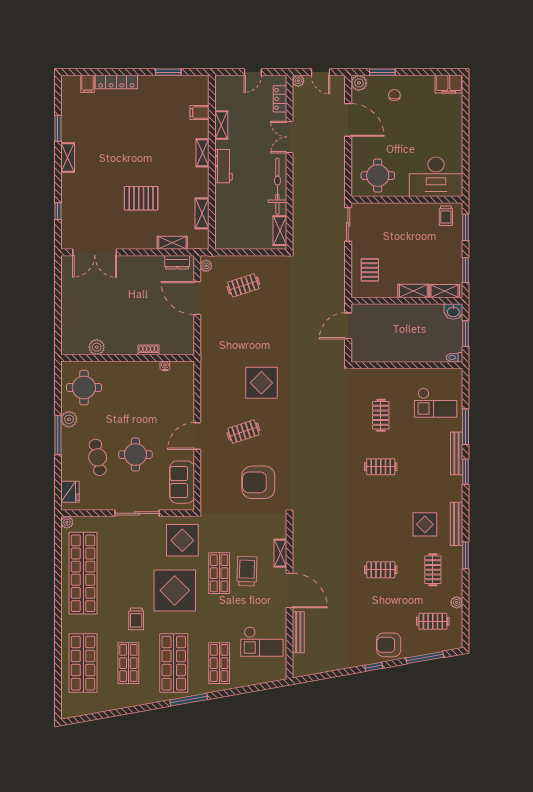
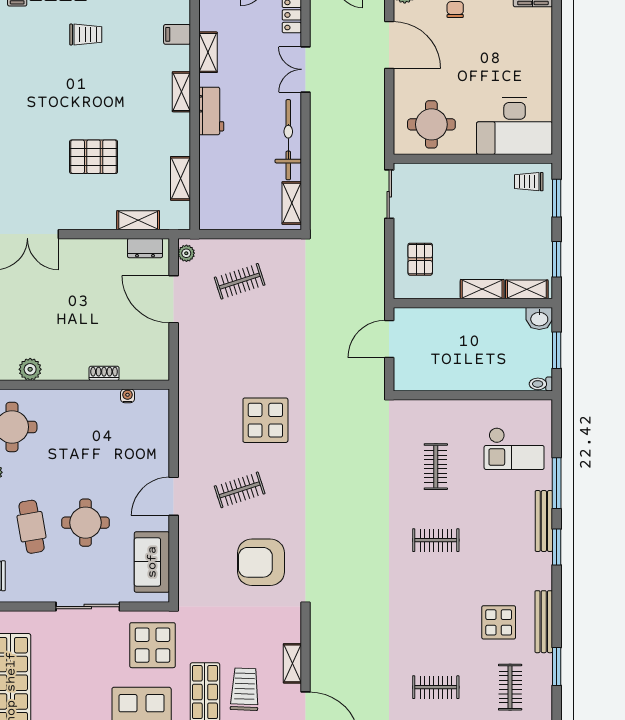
trolley: (136, 113) -> (86, 34), added
trolley: (446, 216) -> (529, 182), turned 90

